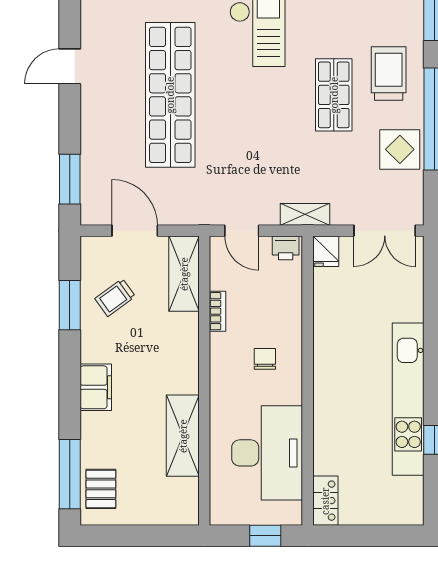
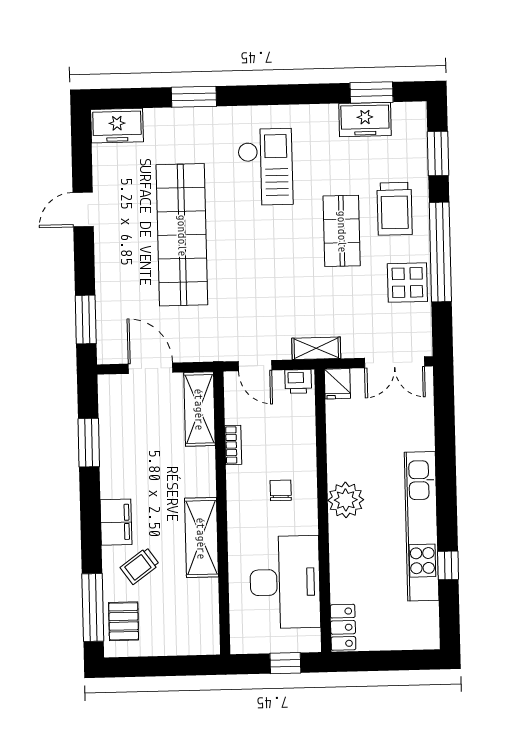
trolley: (389, 74) -> (395, 209), turned 180
trolley: (115, 298) -> (140, 566), moved
plant: (331, 370) -> (346, 500), added
shelving: (183, 436) -> (201, 538), moved

